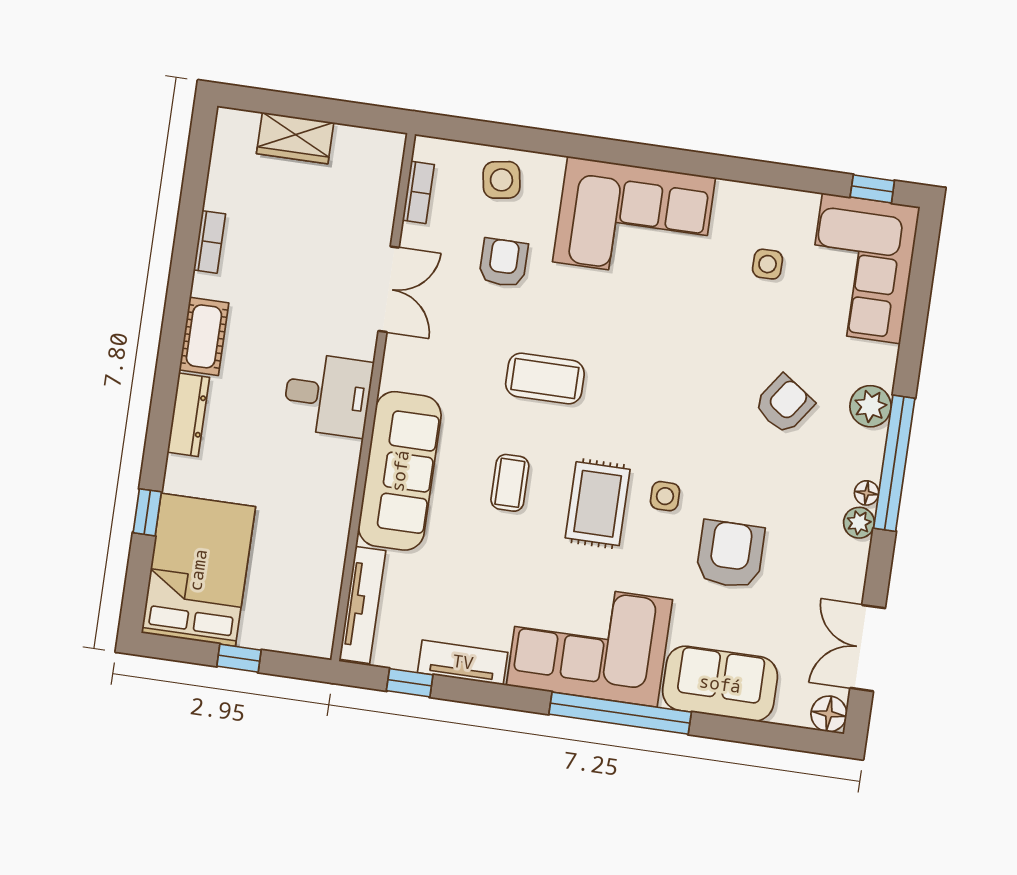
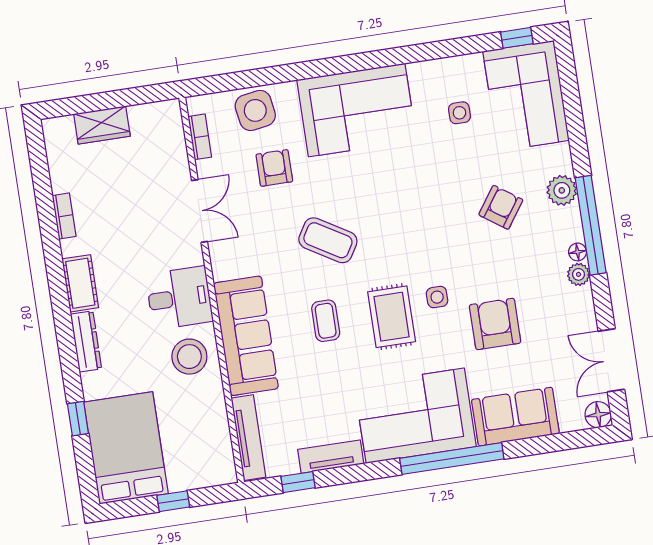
side table: (501, 180) -> (255, 110), width x1.37, depth x1.37
coffee table: (545, 379) -> (328, 240), turned 31
stool: (318, 476) -> (189, 357), added

